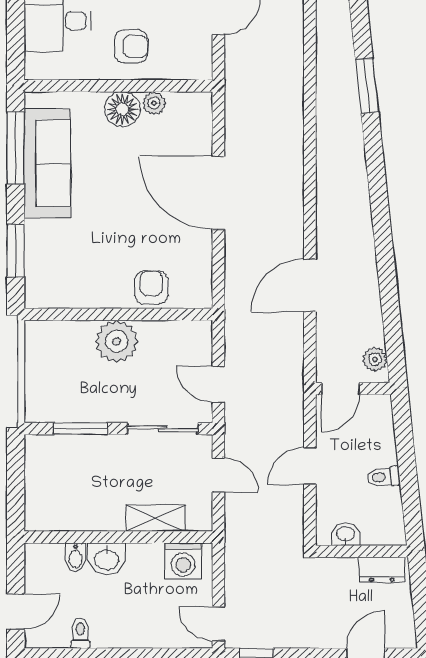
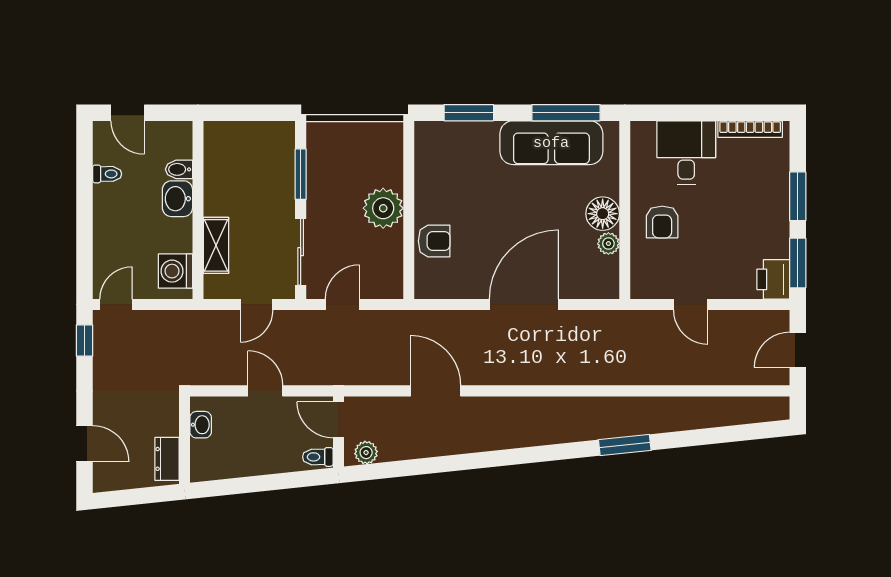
toilet: (383, 477) -> (318, 457), moved, turned -84

